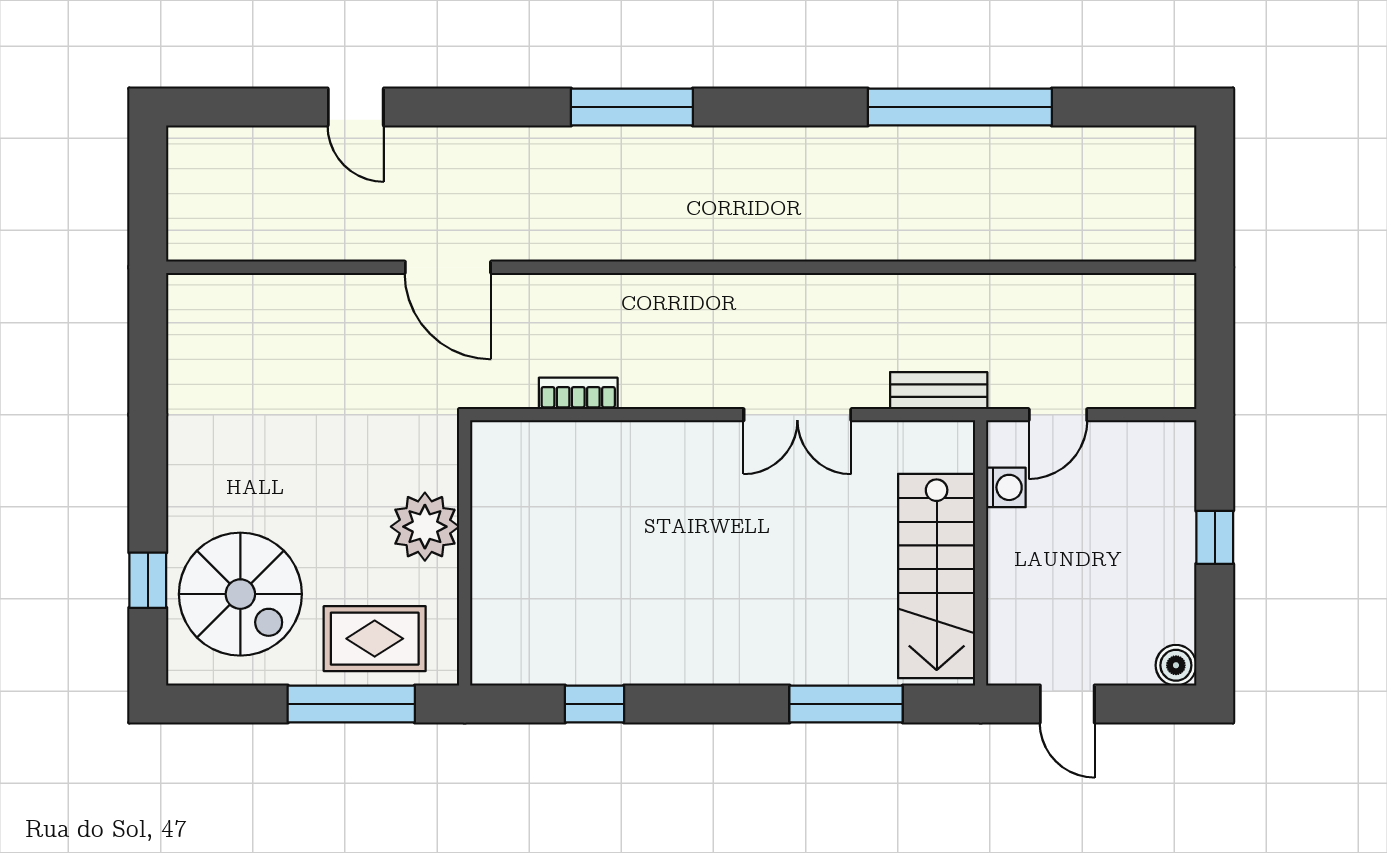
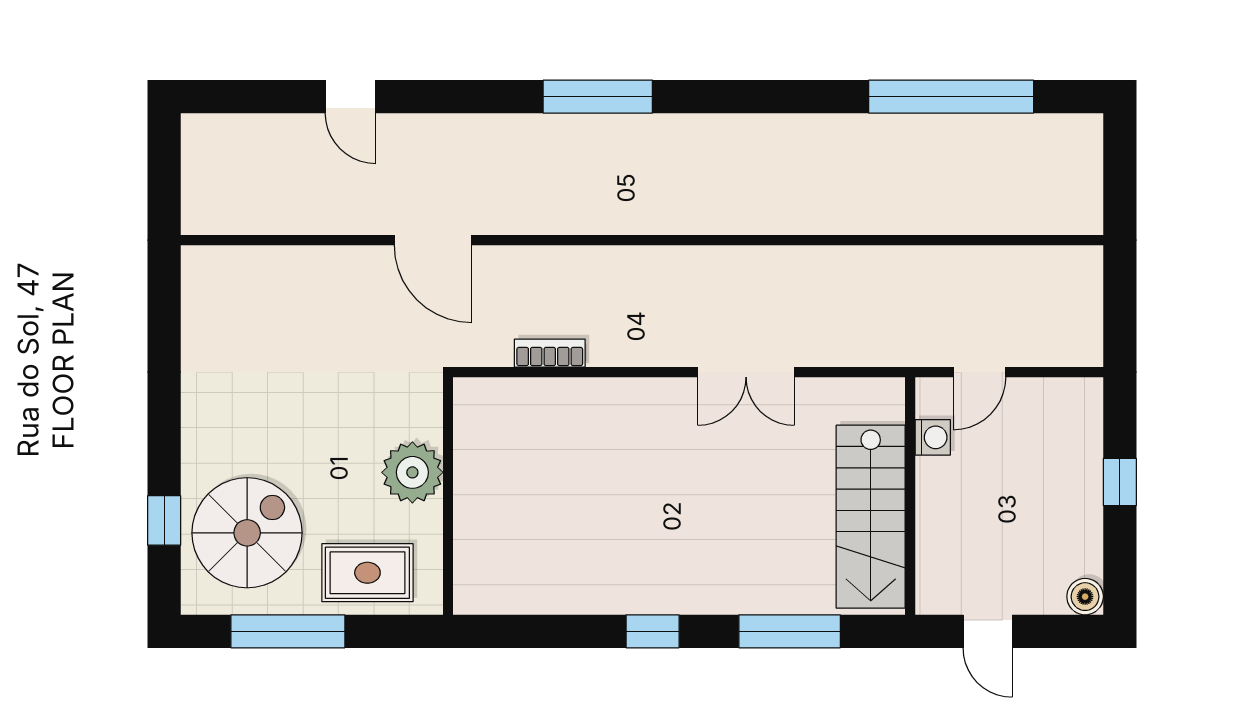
window: (960, 107) -> (951, 97), moved
bench: (939, 391) -> (873, 351), removed
spiral stairs: (240, 594) -> (247, 533), turned -90
window: (351, 704) -> (288, 631), moved
window: (595, 704) -> (653, 631), moved

